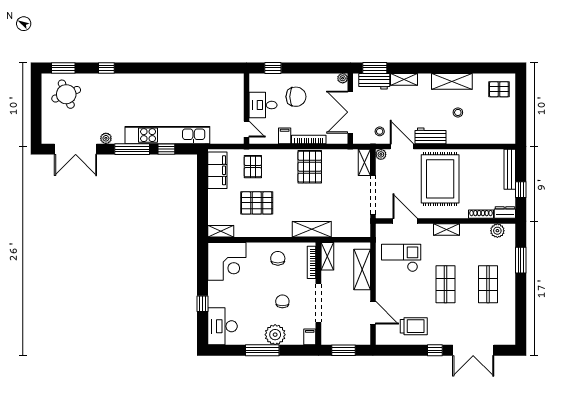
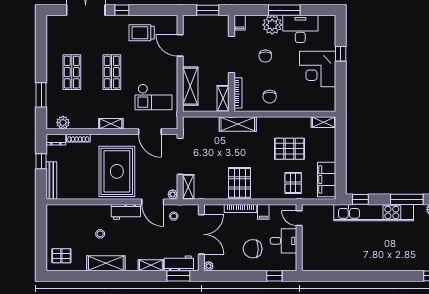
window: (166, 149) -> (360, 199), moved
corner desk: (227, 261) -> (318, 69), moved, turned -90
desk: (222, 326) -> (300, 29), moved, turned -90

